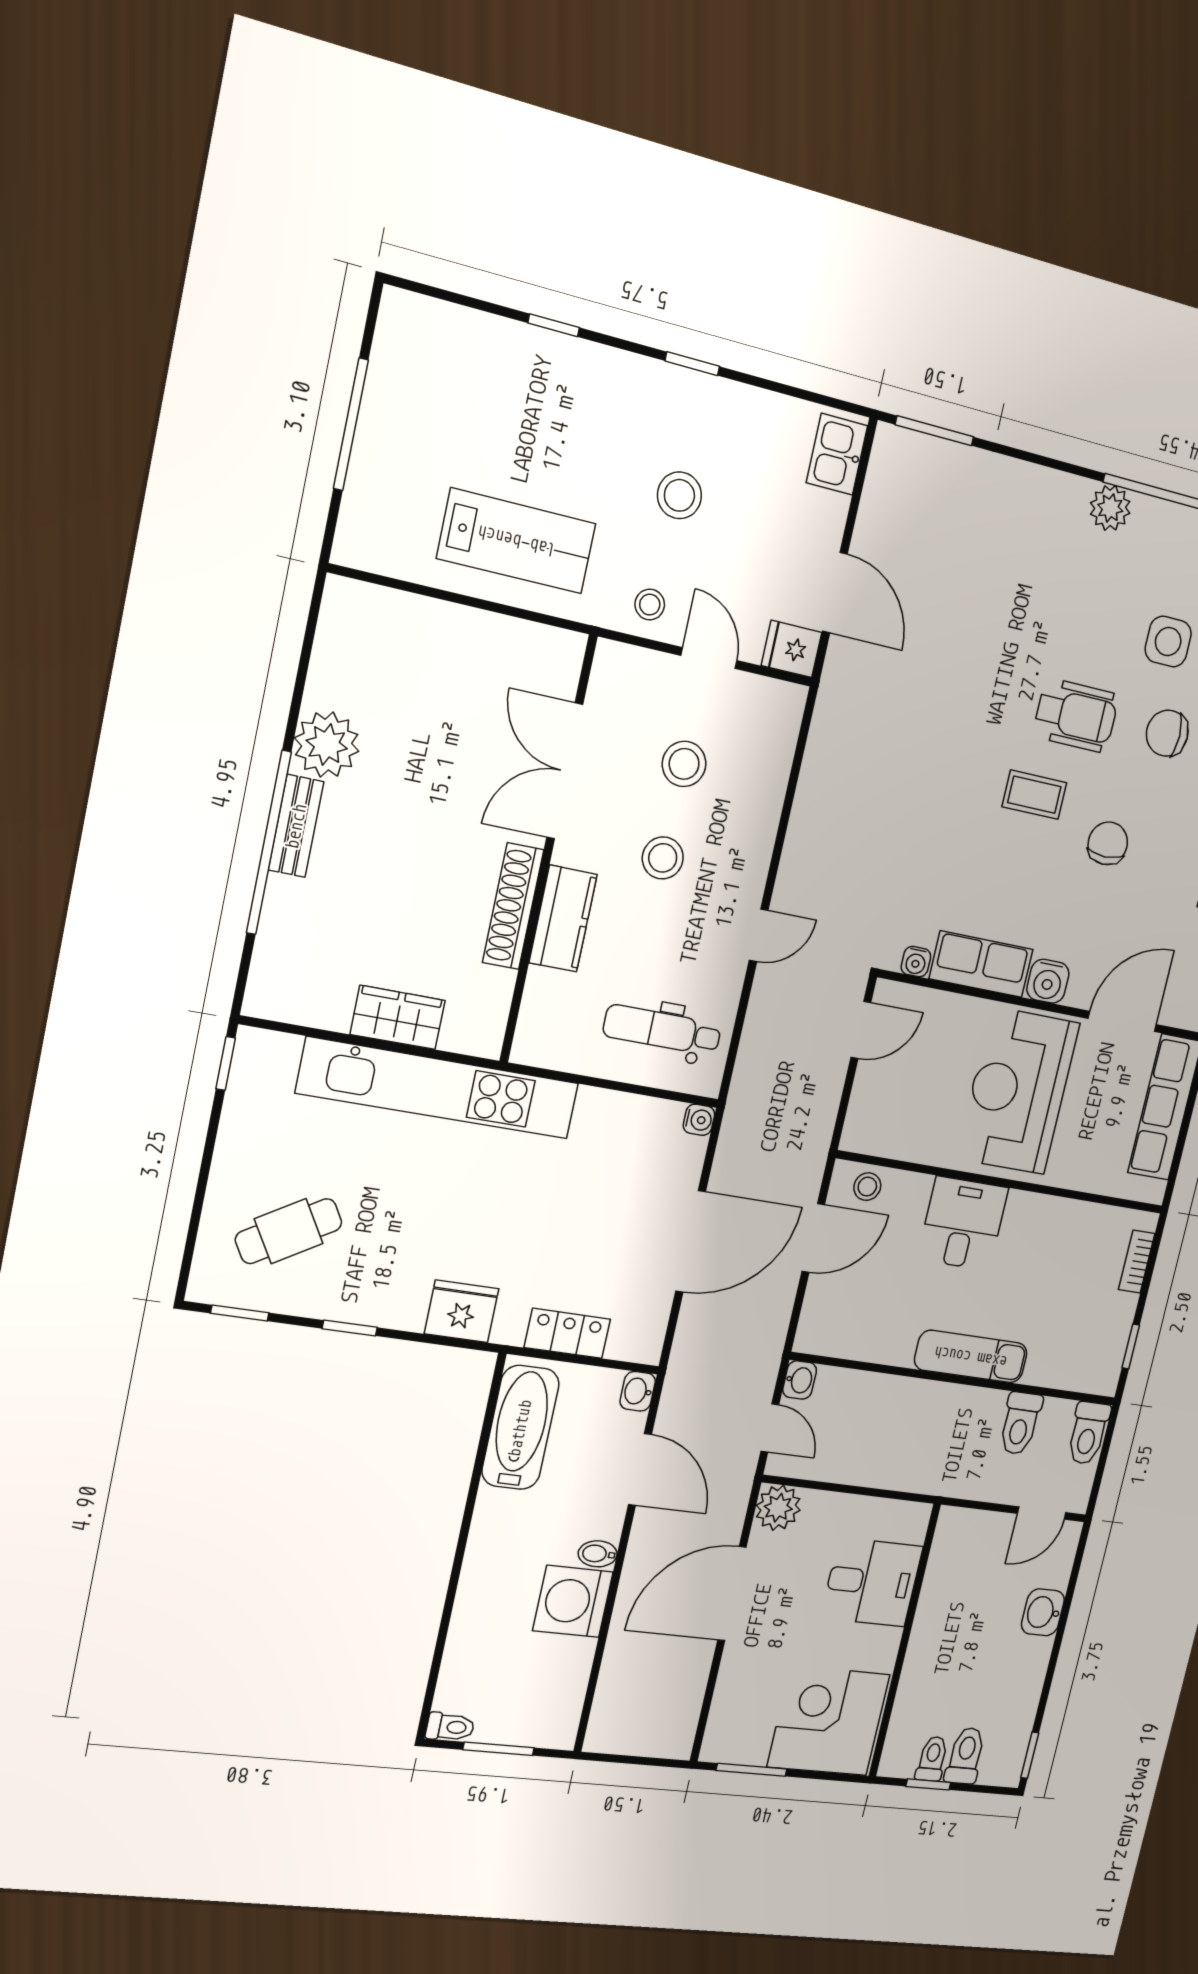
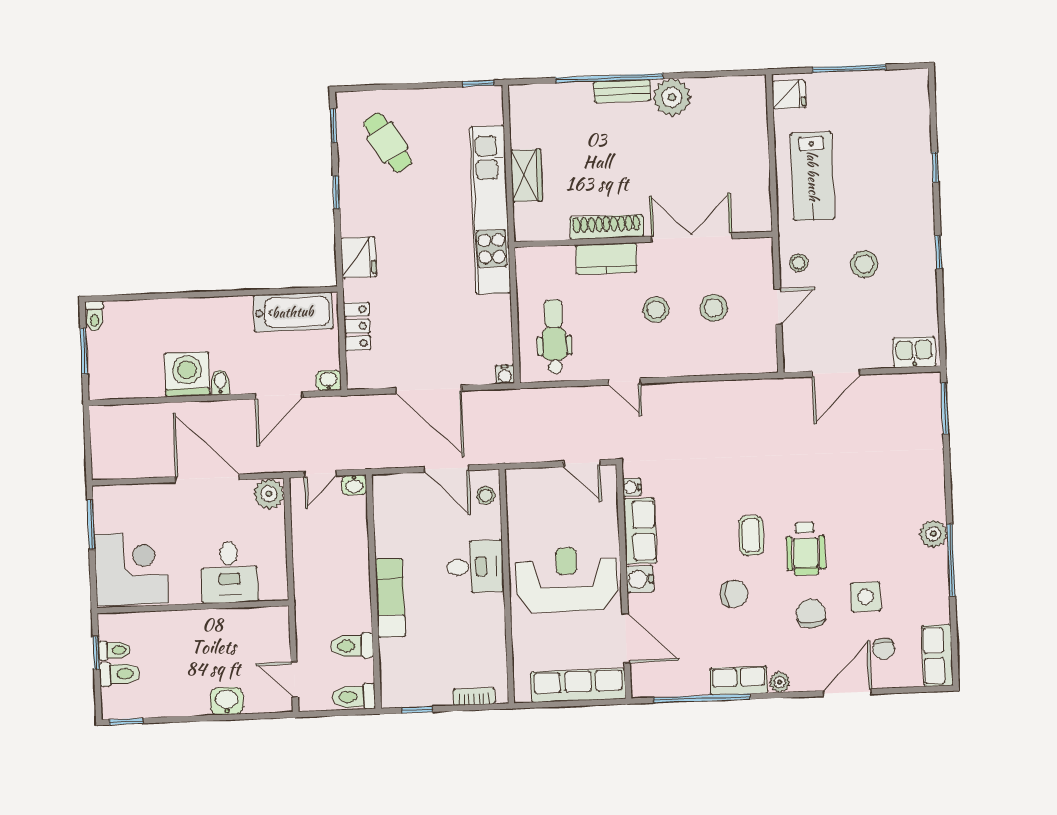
fridge: (792, 649) -> (789, 95), moved, turned 90

